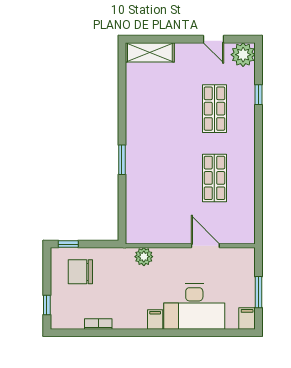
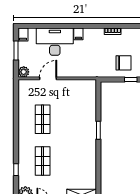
door: (205, 246) -> (48, 78), swing flipped
plant: (144, 257) -> (24, 72), moved

